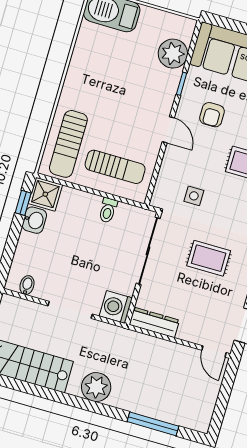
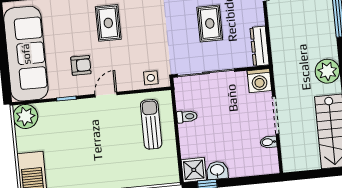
plant: (173, 54) -> (25, 116), moved
sun lounger: (68, 144) -> (148, 168), removed
side table: (194, 196) -> (151, 78), moved
rug: (209, 258) -> (210, 23), moved
bidet: (27, 285) -> (268, 142), moved

